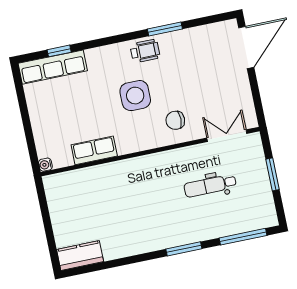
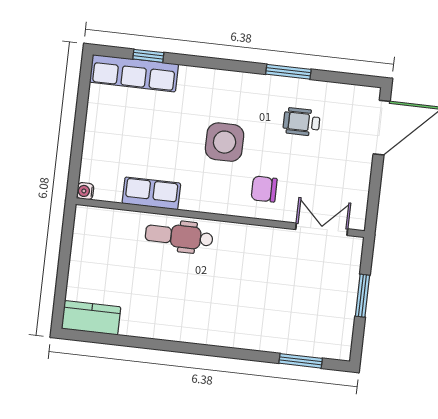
wheelchair: (145, 51) -> (302, 122), moved, turned 180
dental chair: (210, 186) -> (179, 236), moved
window: (243, 237) -> (301, 361), width x0.69
window: (184, 249) -> (222, 352), removed

